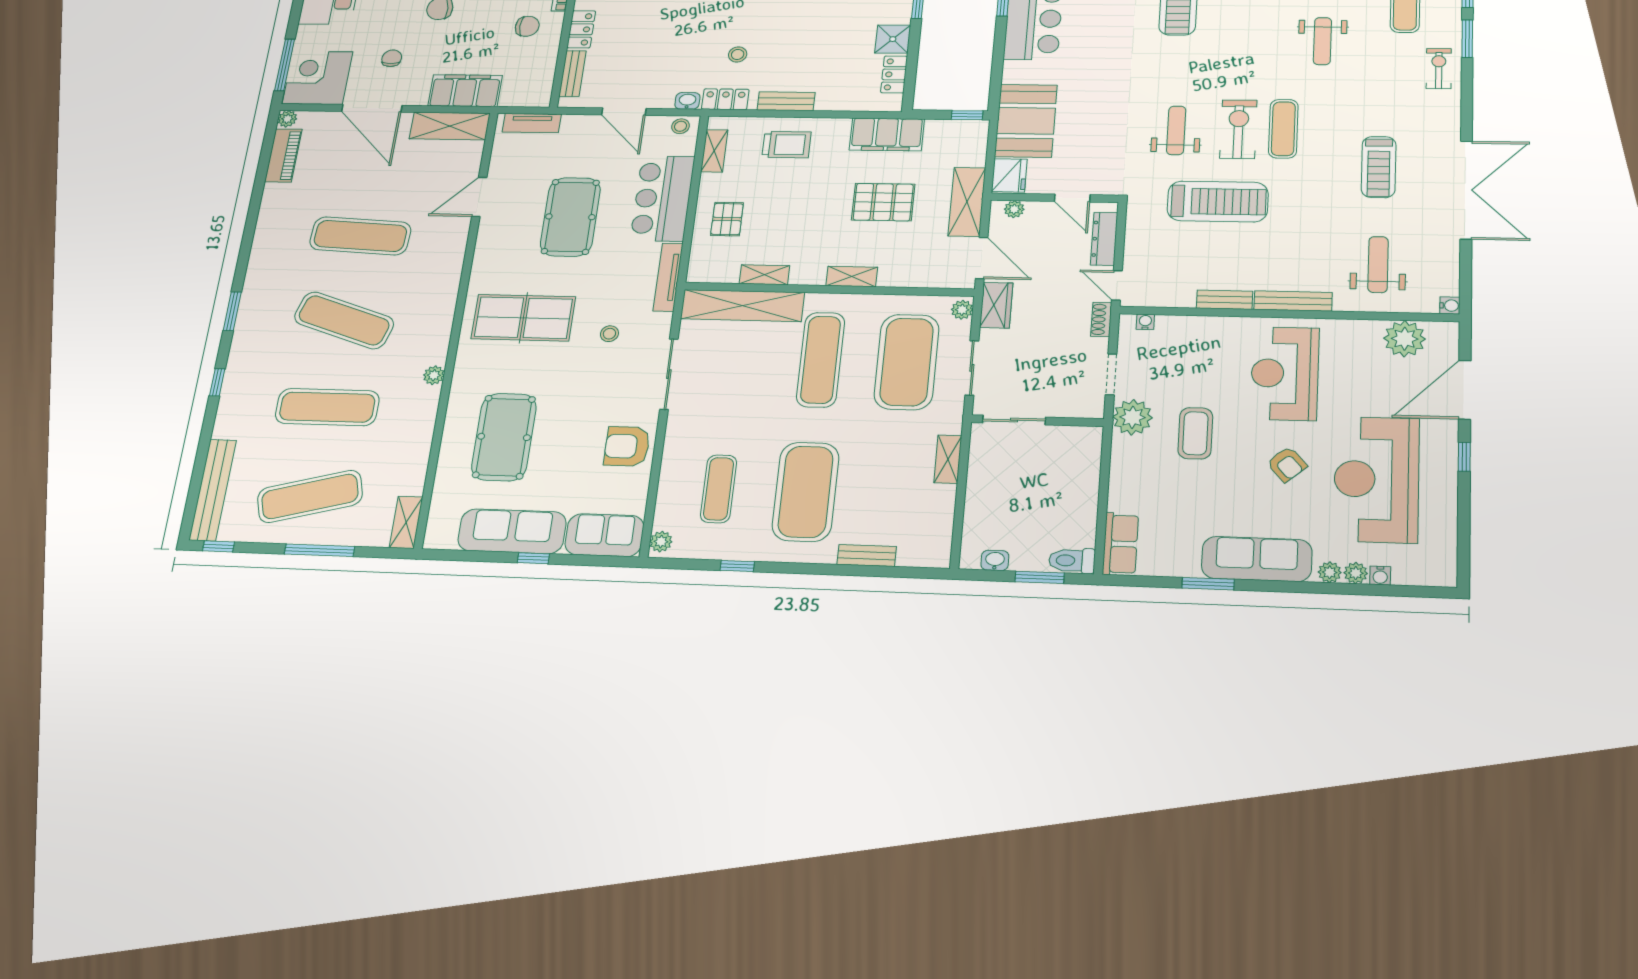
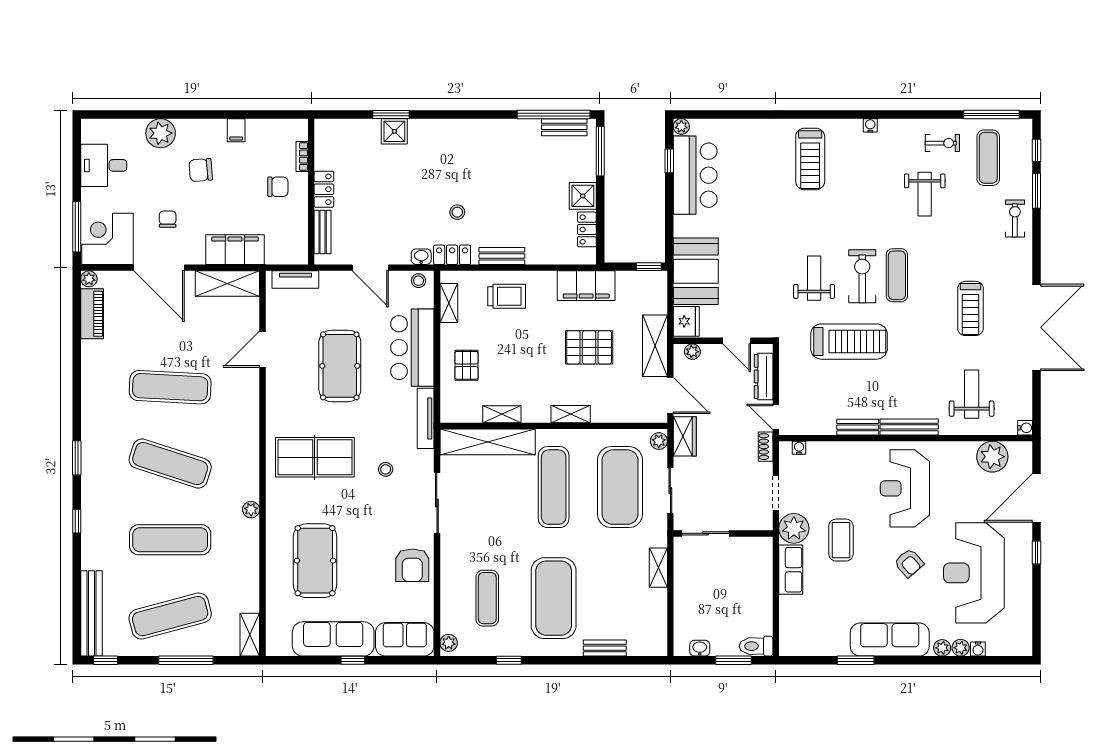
armchair: (627, 446) -> (412, 565), turned -90
row of seats: (1120, 544) -> (791, 570), moved

